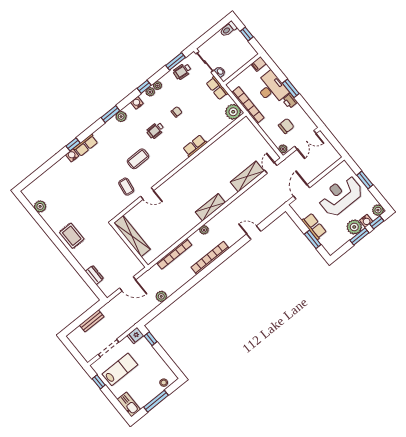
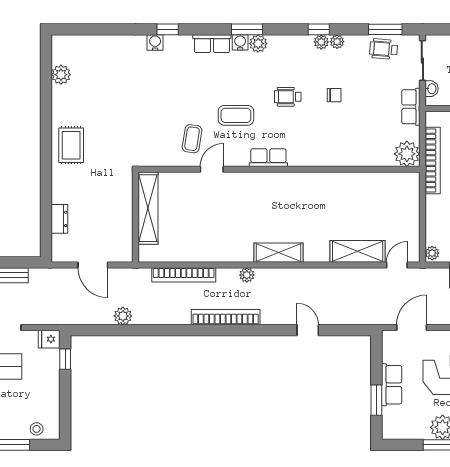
water cooler: (137, 103) -> (240, 42), moved
row of seats: (86, 145) -> (212, 44), moved
row of seats: (195, 146) -> (268, 158), moved
door: (147, 193) -> (212, 169), swing flipped

